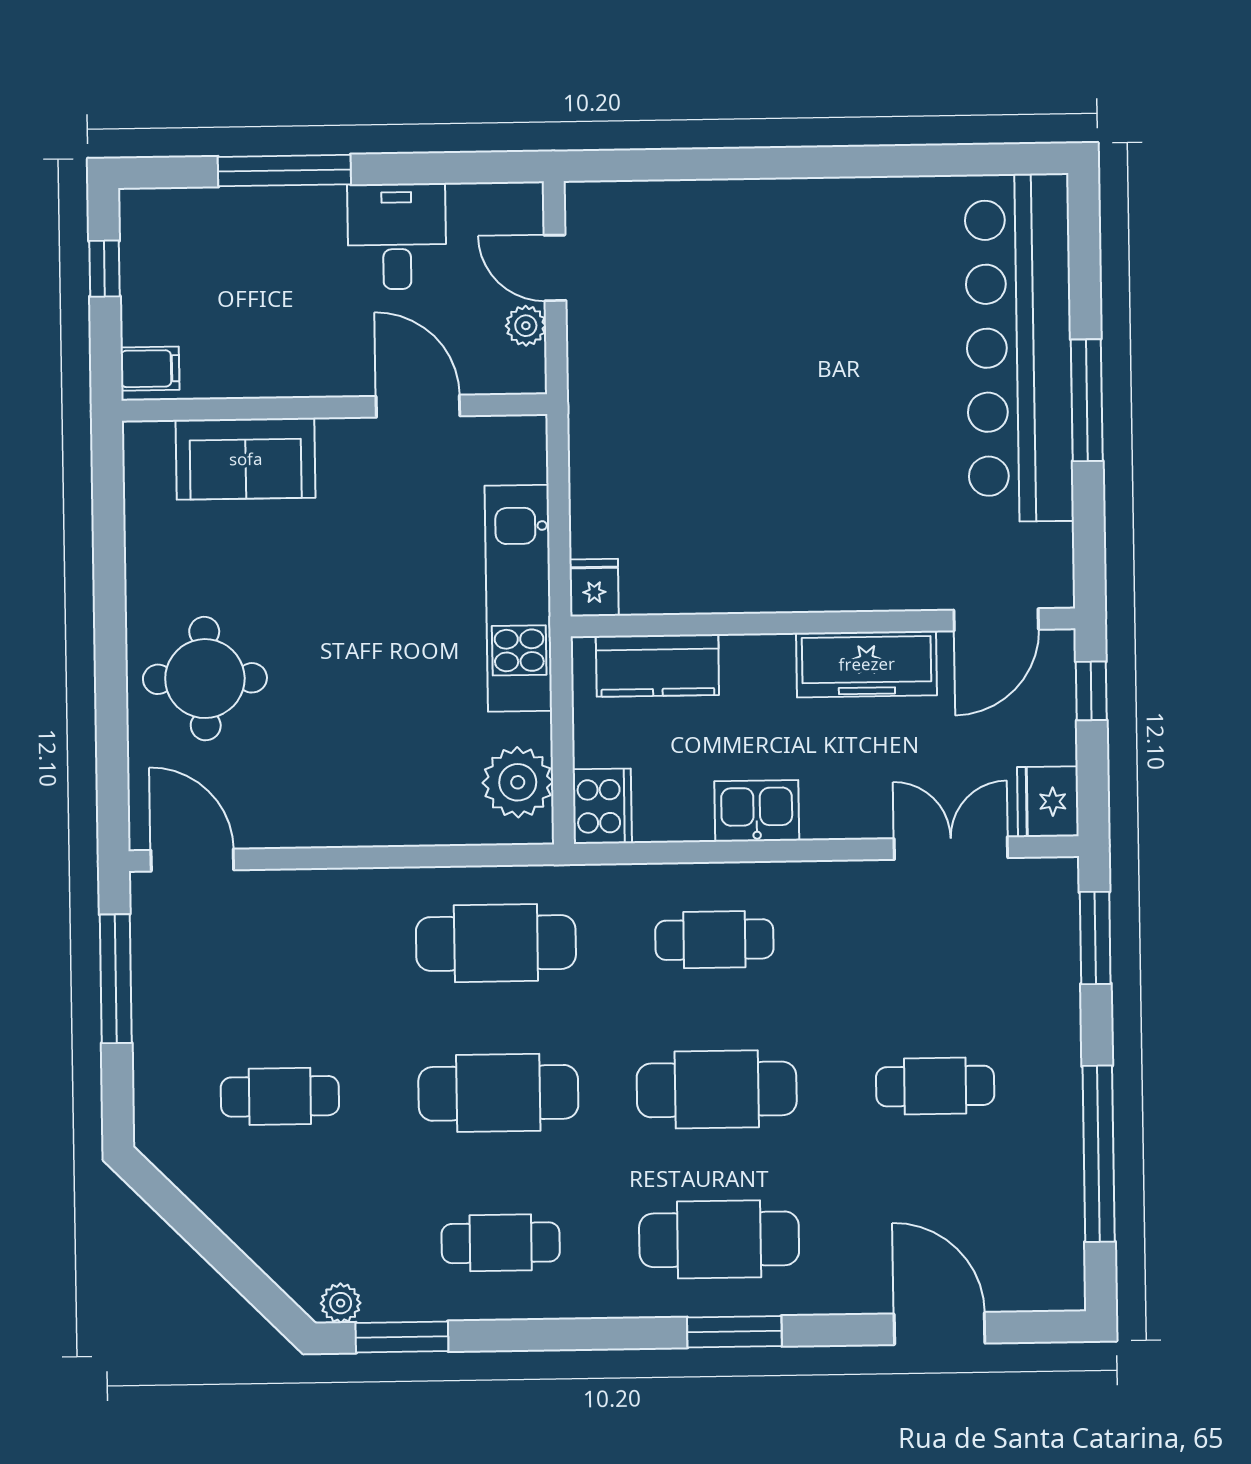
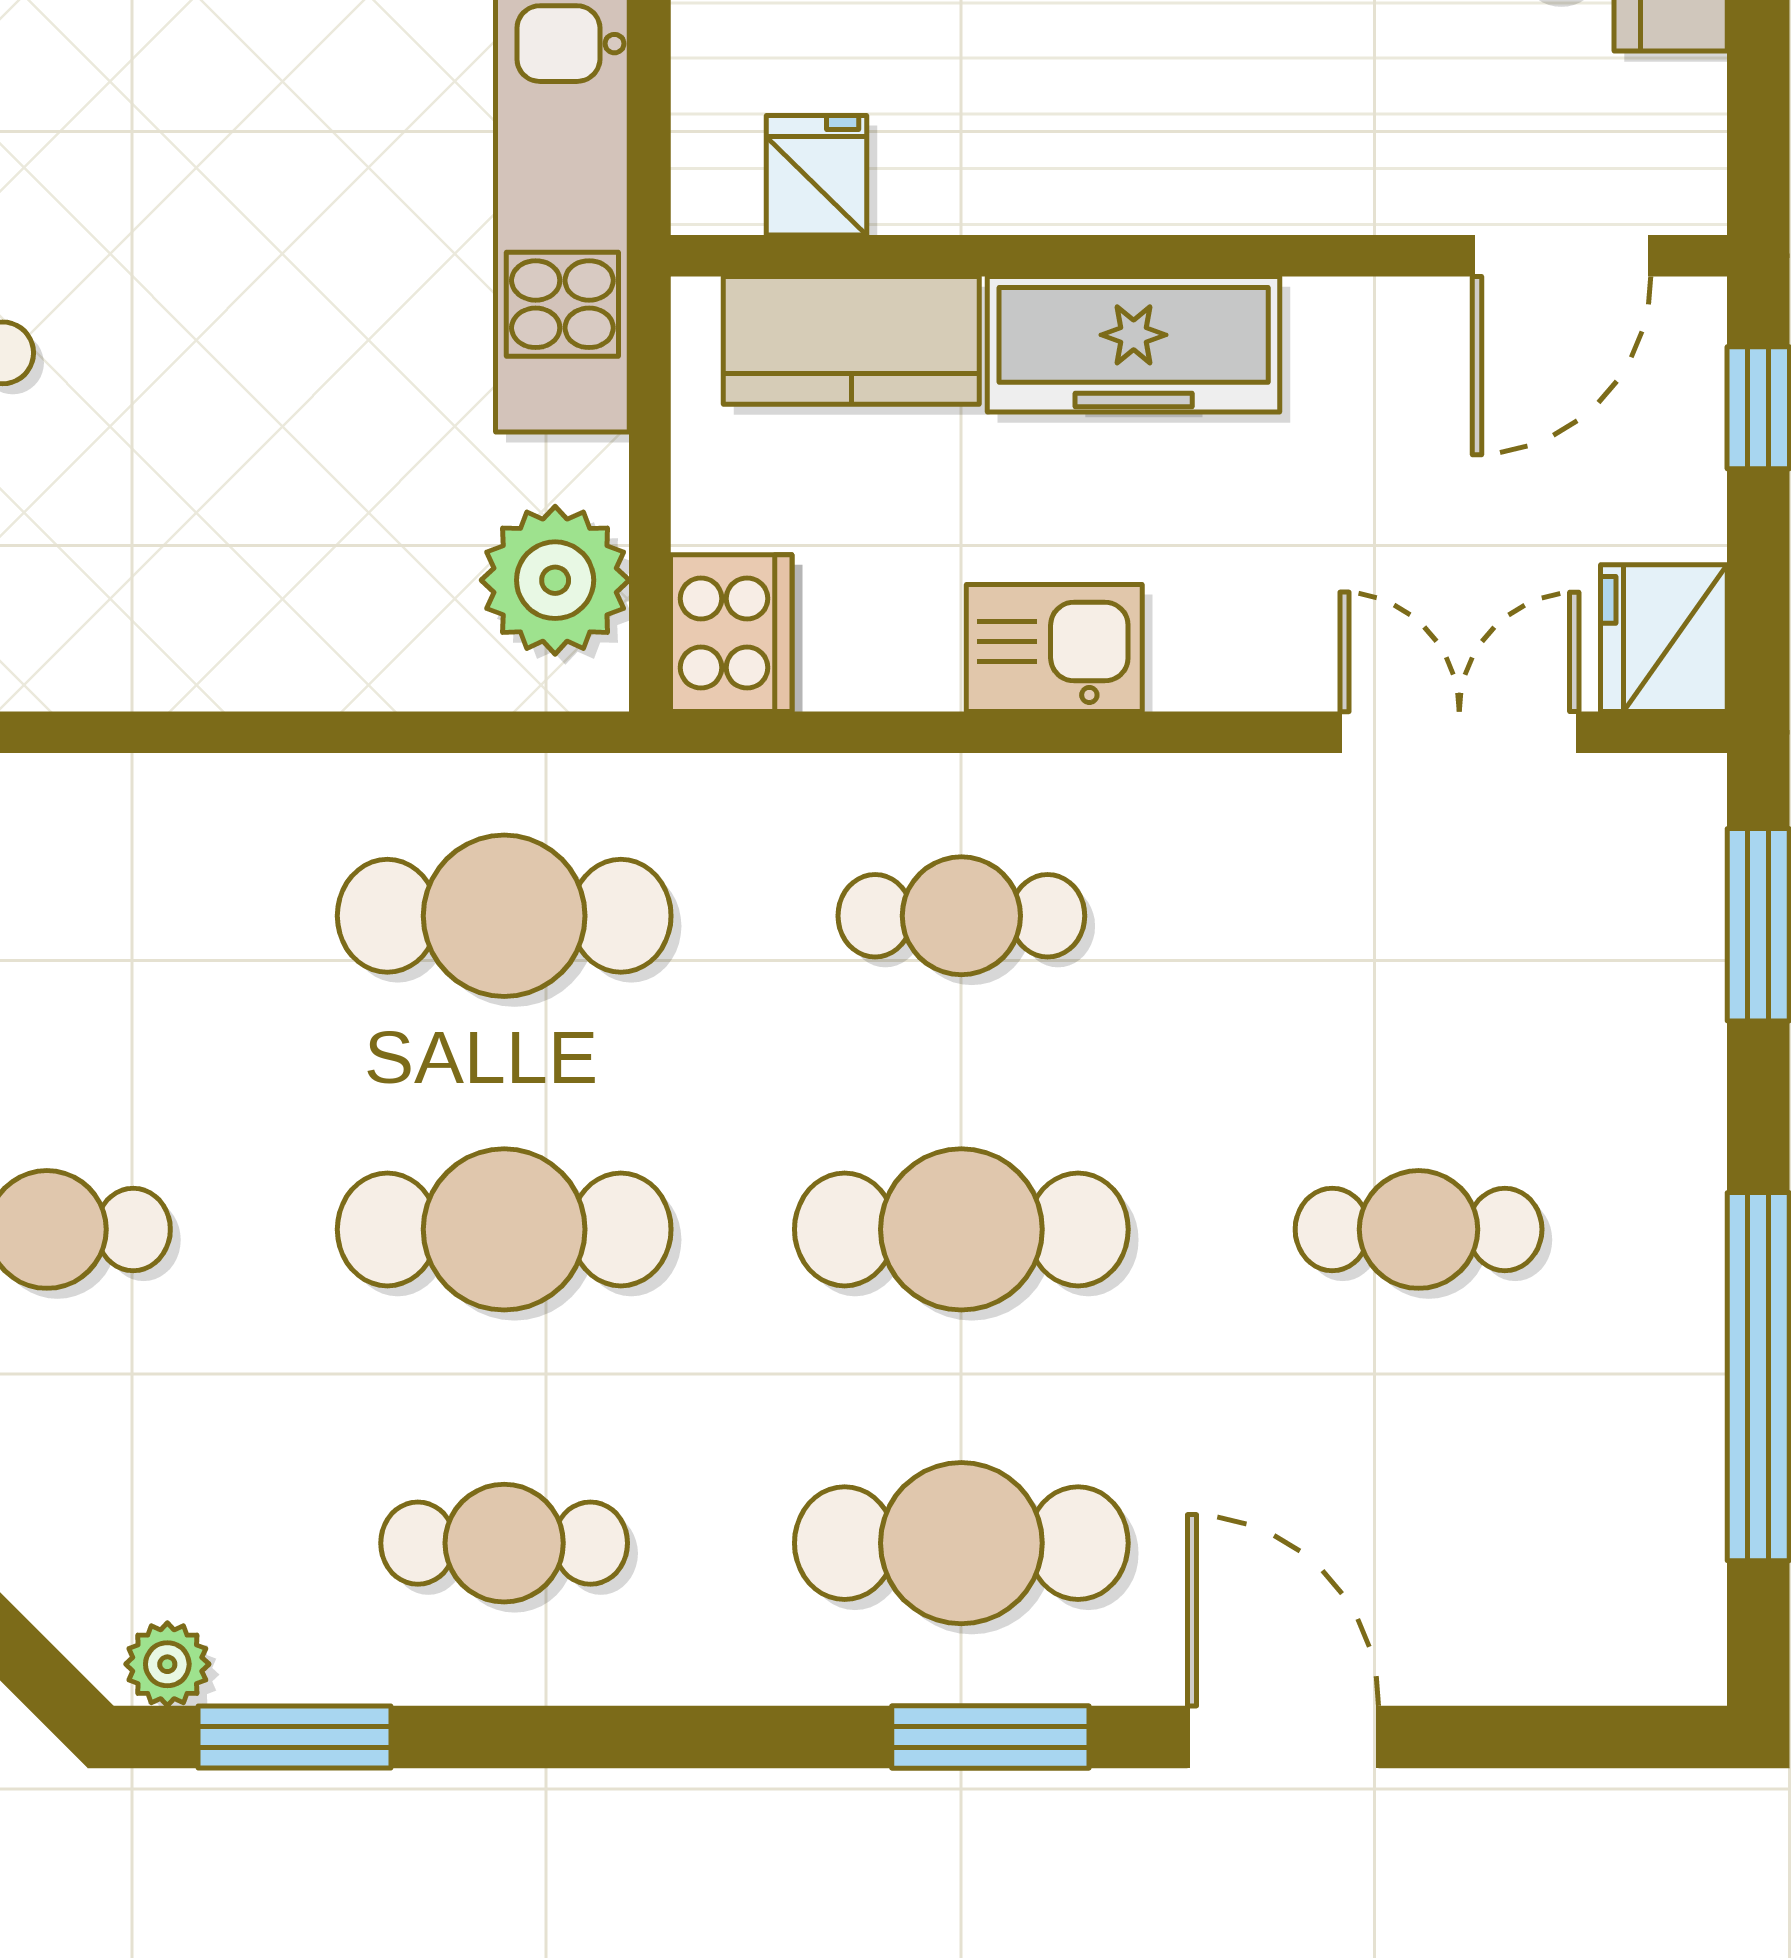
fridge: (594, 588) -> (816, 175), moved
freezer: (867, 664) -> (1134, 344), moved
door: (940, 1329) -> (1283, 1737), moved

